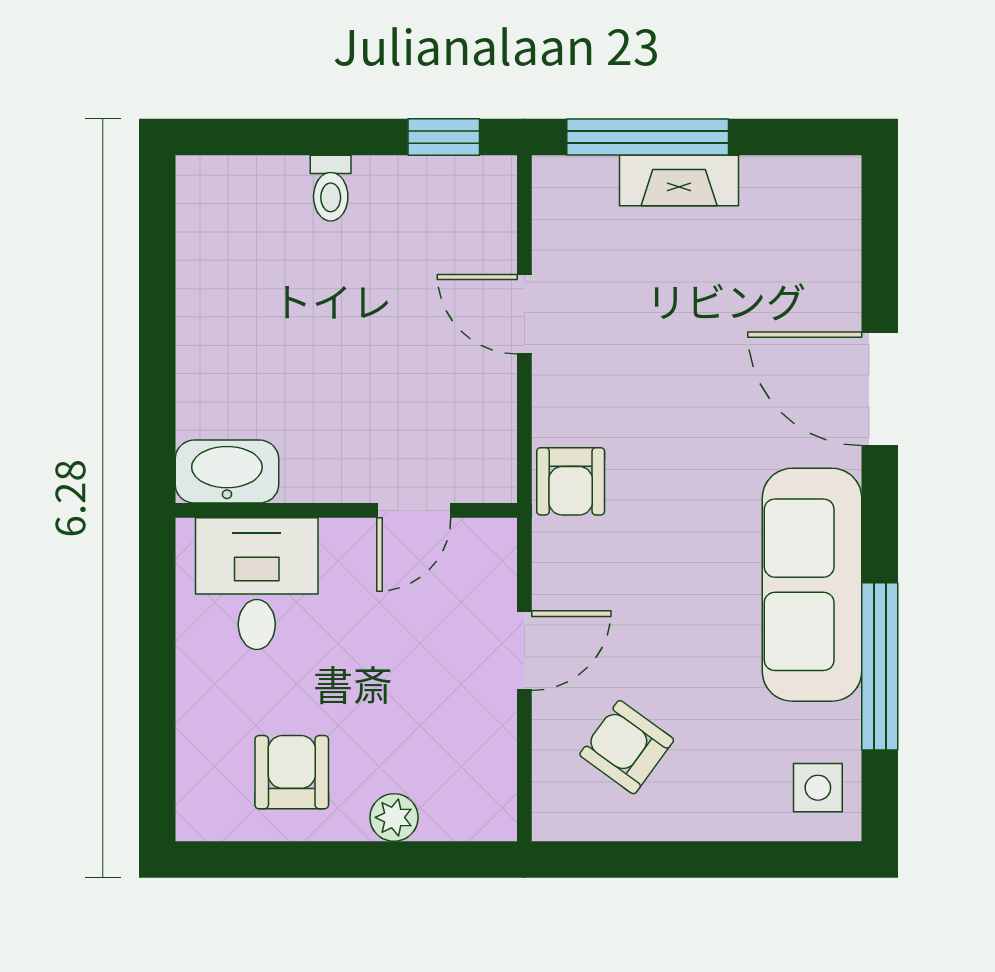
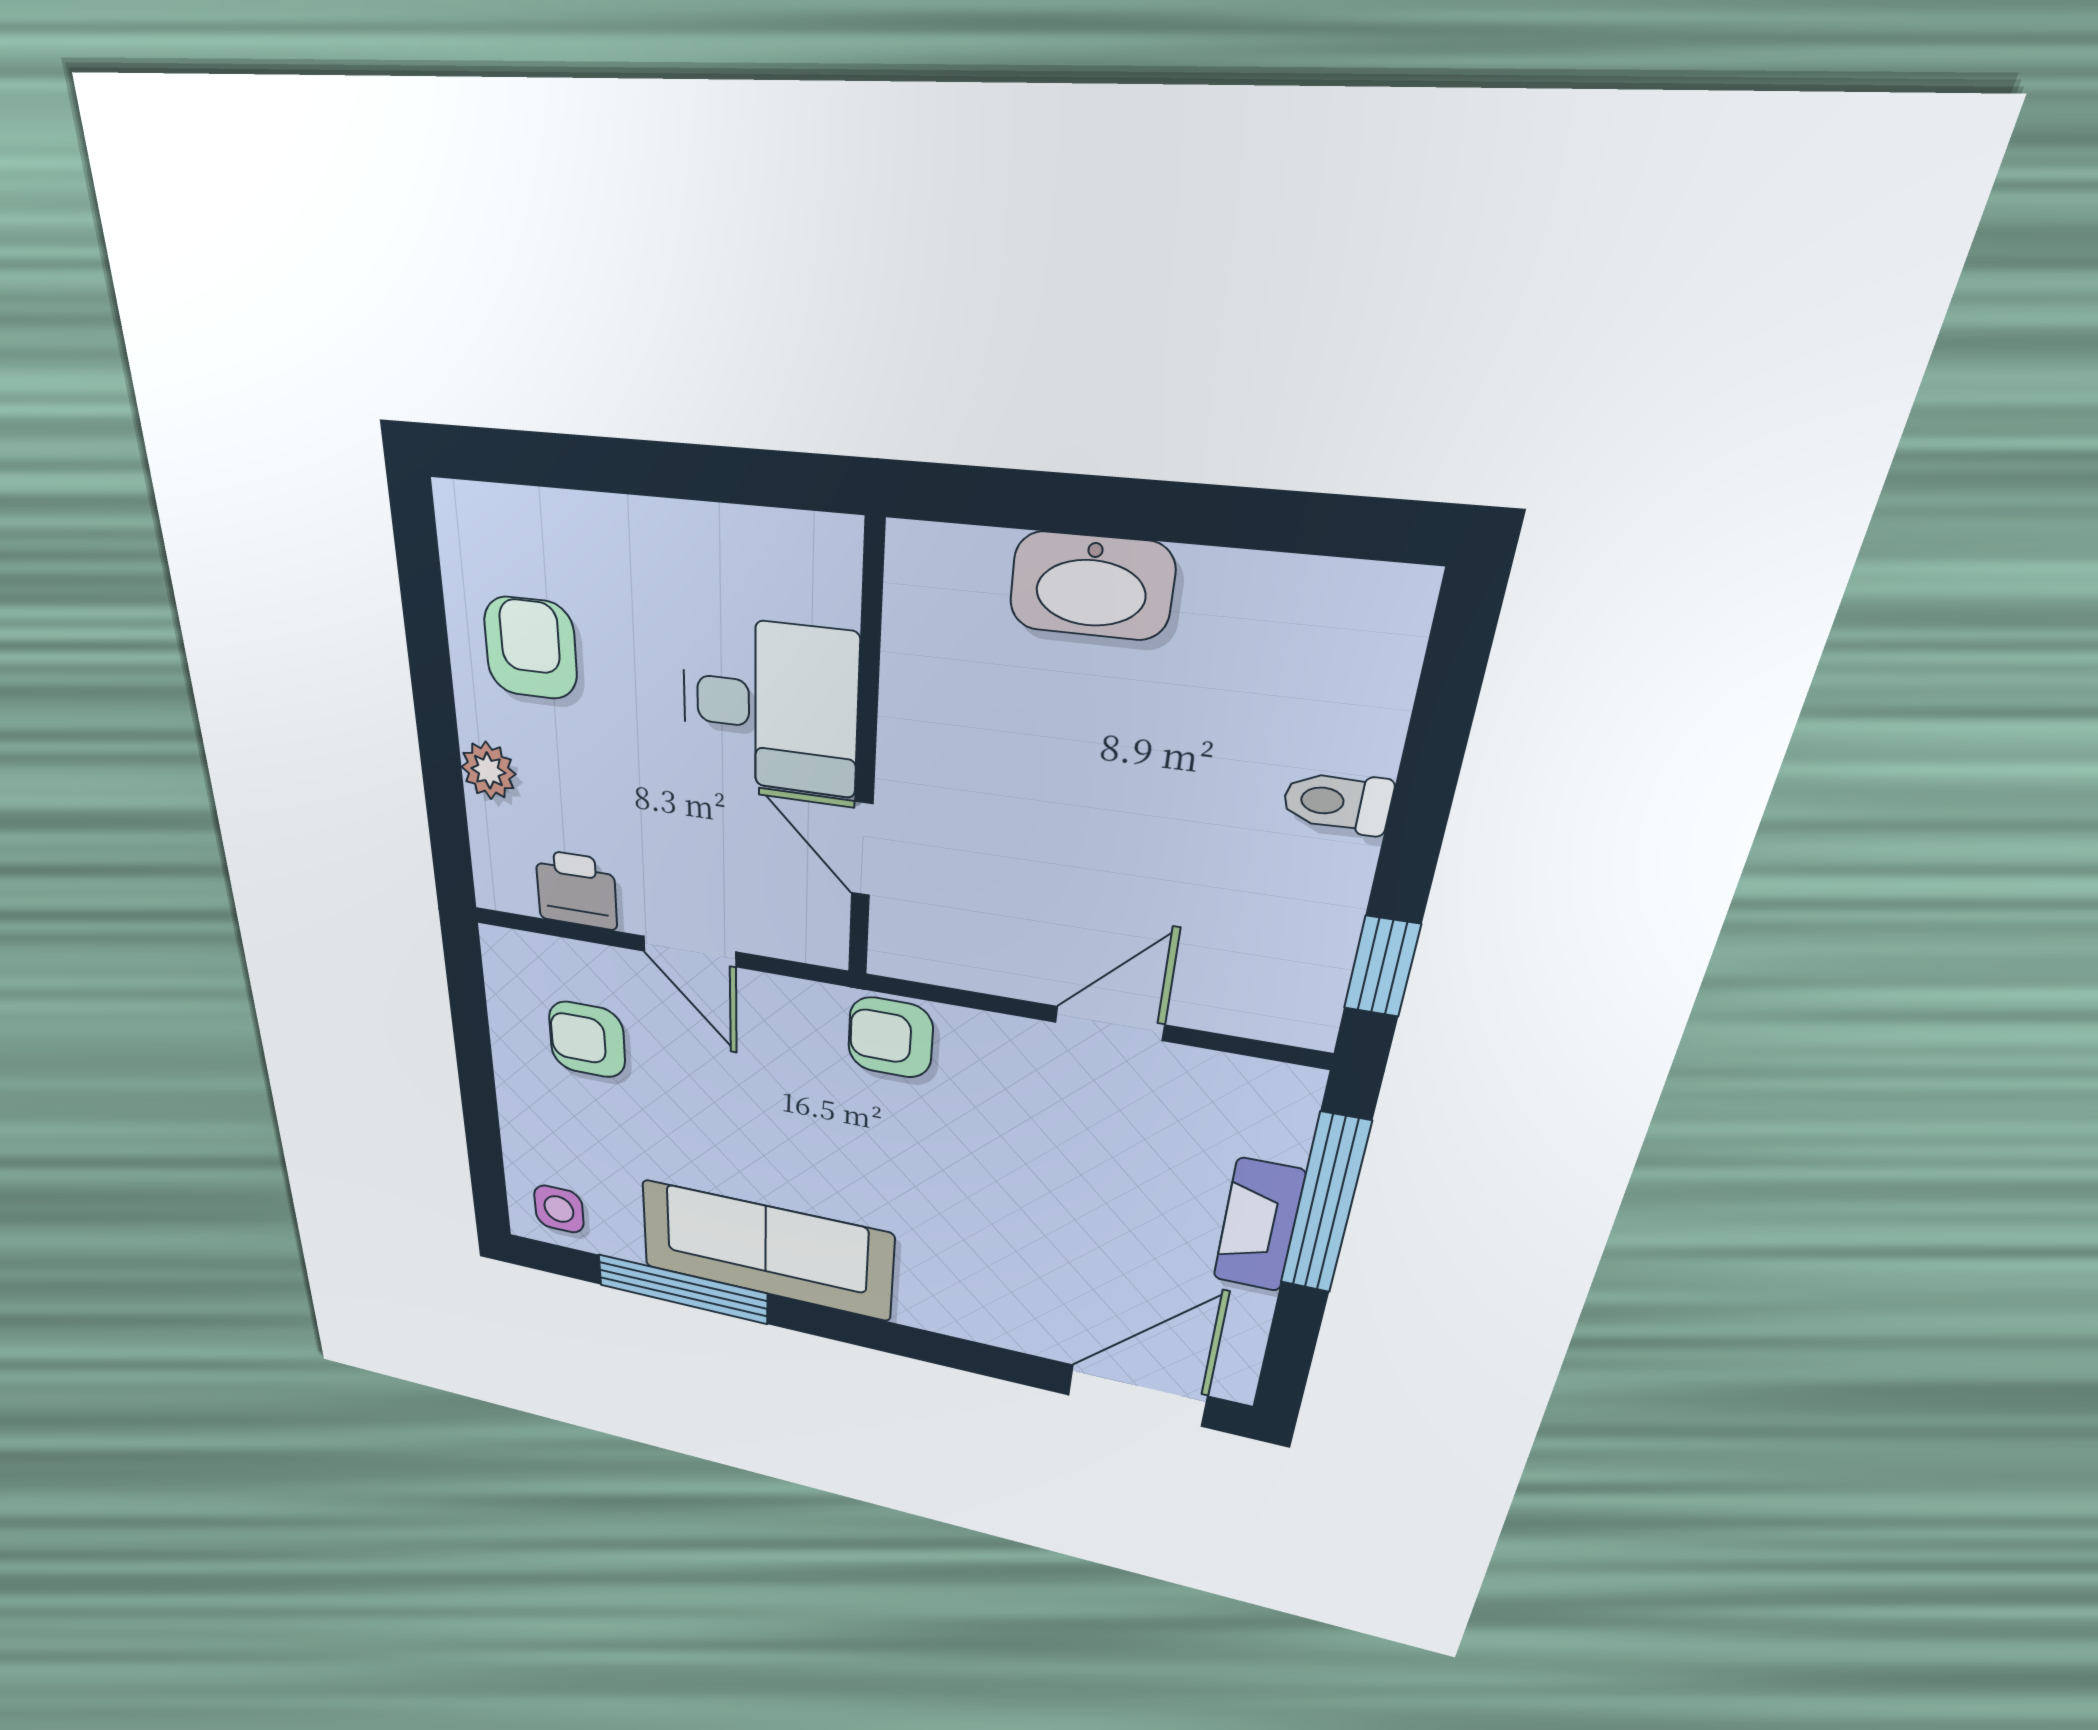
door: (880, 389) -> (1137, 1395), moved
washbasin: (227, 472) -> (1091, 586), moved, turned 90
desk: (257, 584) -> (769, 706), moved
armchair: (627, 747) -> (587, 1040), turned -126
printer: (486, 748) -> (576, 890), added
armchair: (292, 772) -> (530, 648), turned -90

